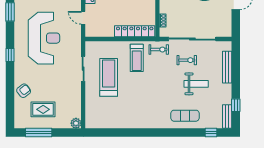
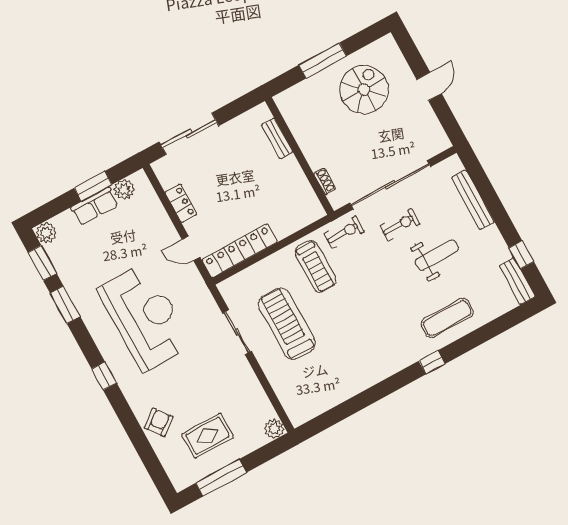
locker: (135, 31) -> (240, 251), moved
window: (211, 133) -> (432, 362), moved

